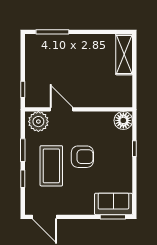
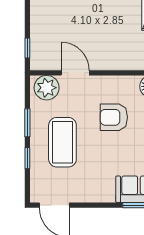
armchair: (82, 157) -> (114, 117), moved, turned 180

